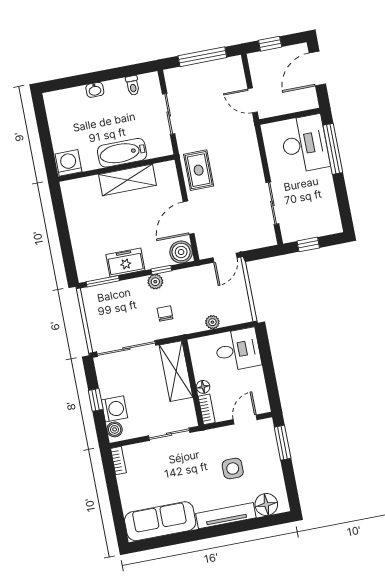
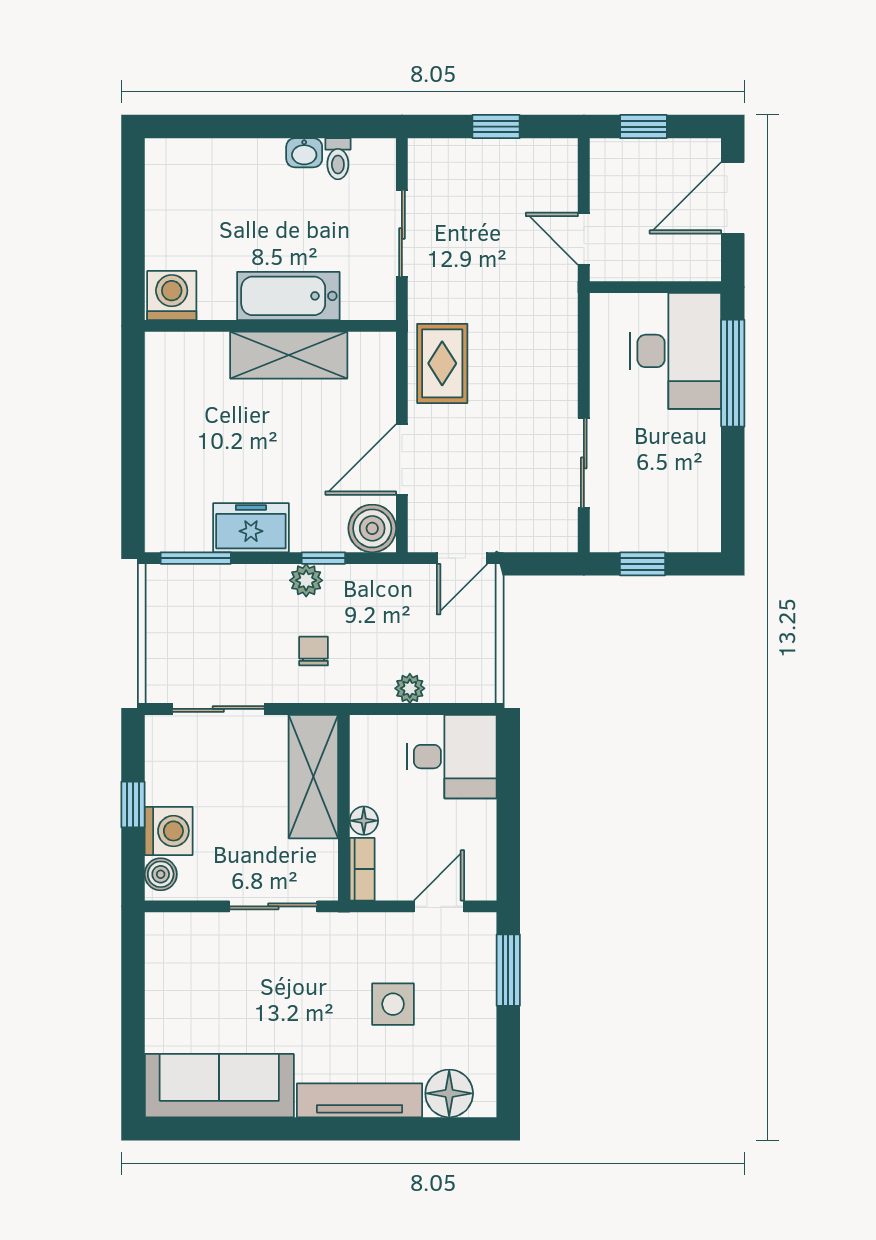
window: (202, 57) -> (496, 127), width x0.46
washbasin: (95, 90) -> (304, 153), moved
sliding door: (126, 349) -> (218, 709), width x0.73
bookcase: (118, 461) -> (156, 941), removed

